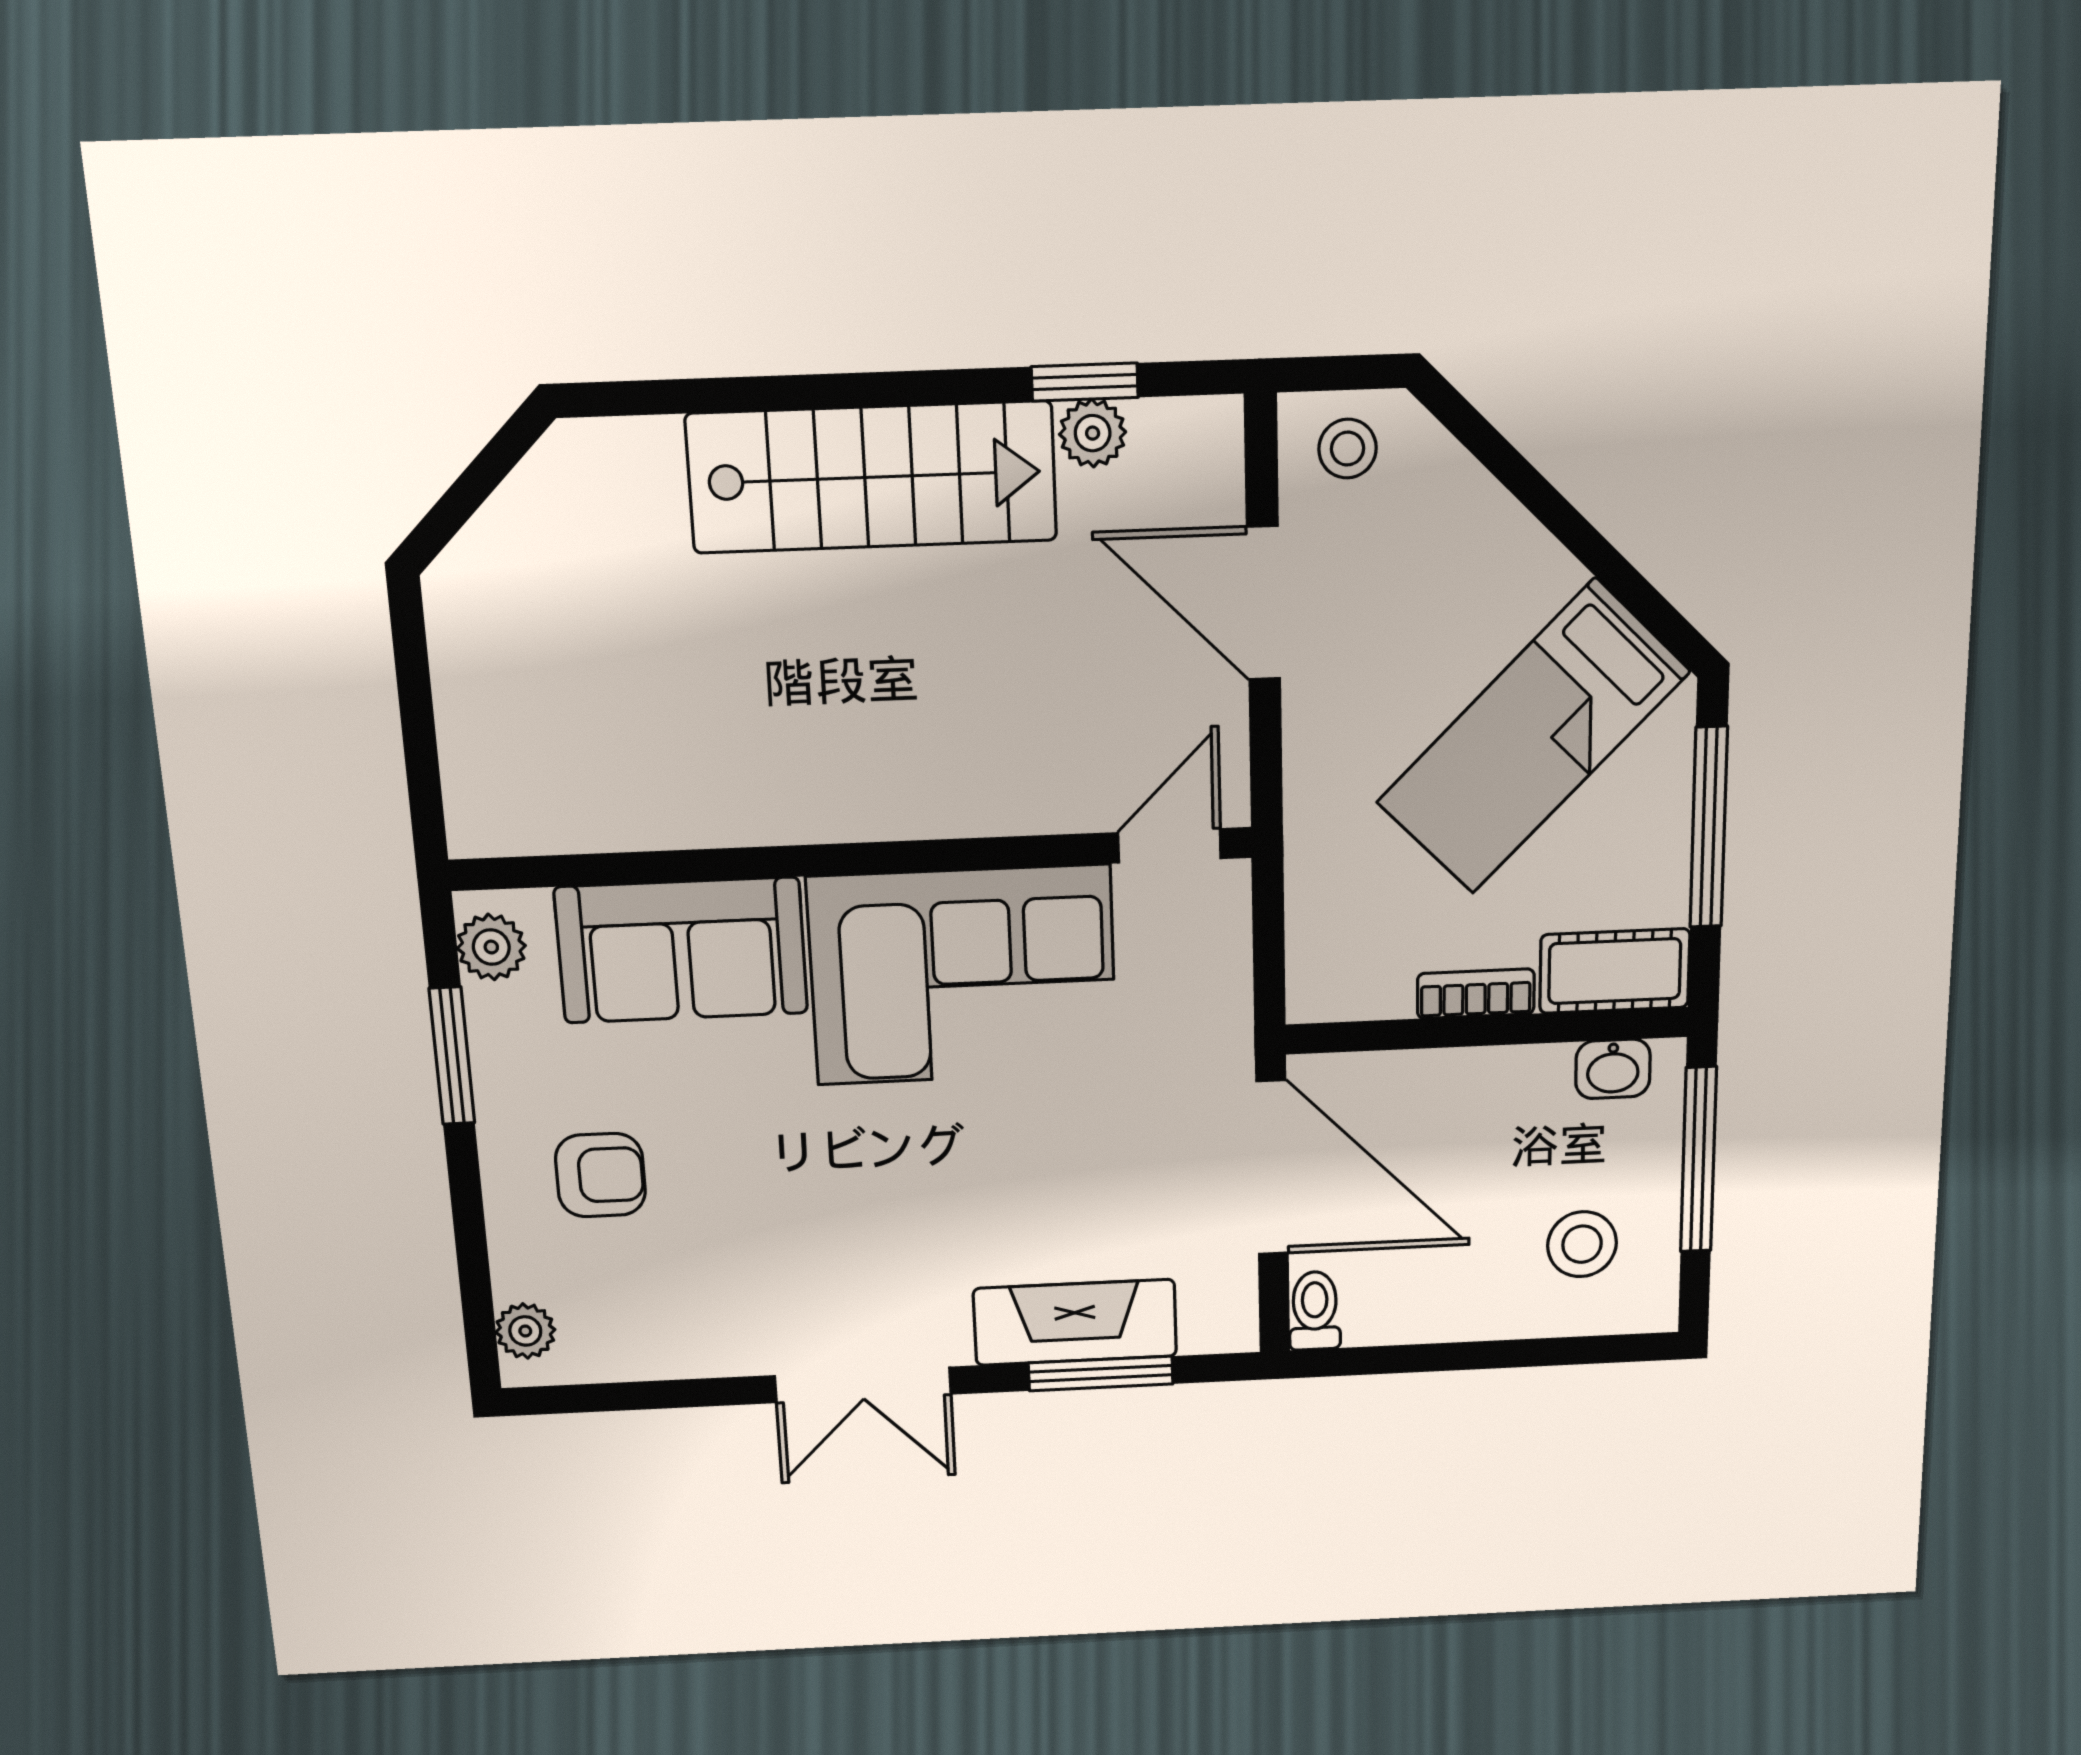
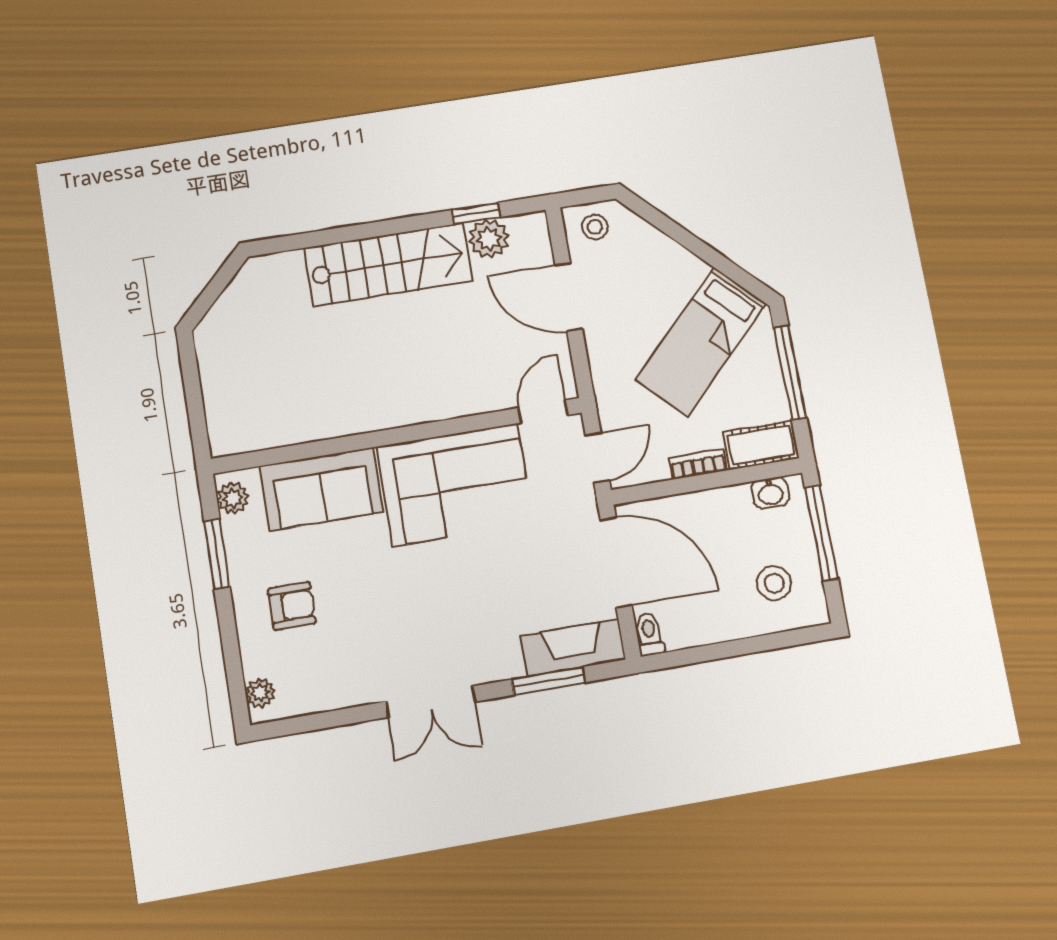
plant: (1093, 433) -> (489, 239), width x1.38, depth x1.38
door: (1269, 956) -> (597, 458), added
fireplace: (1075, 1322) -> (573, 648), moved

